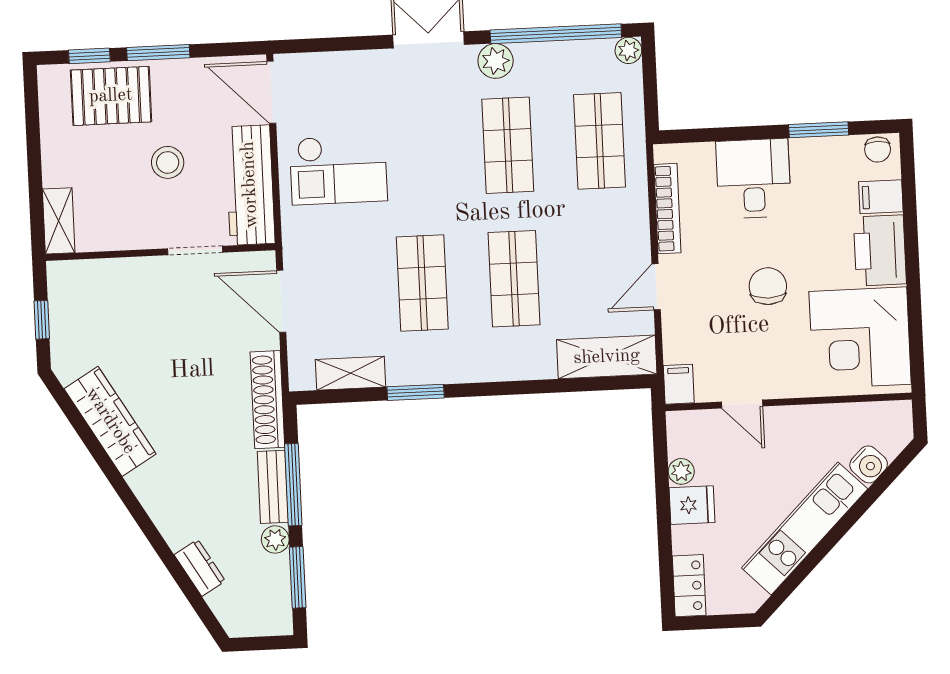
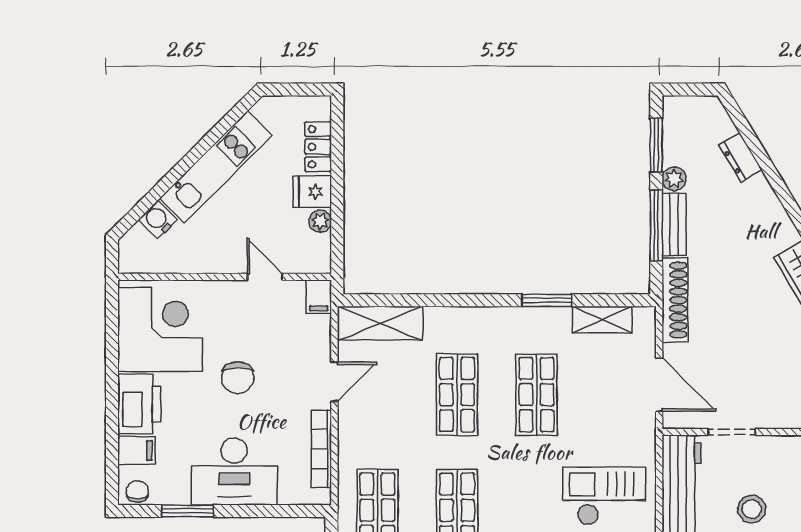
desk: (753, 179) -> (234, 471), width x1.37
locker: (689, 586) -> (318, 147), moved

